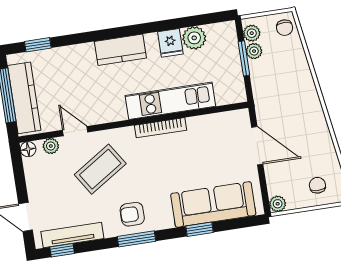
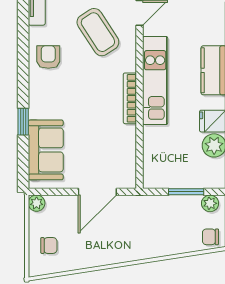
plant: (254, 51) -> (192, 203), removed
kitchen unit: (170, 101) -> (155, 81), moved
sofa: (213, 204) -> (46, 150), width x0.73
window: (137, 239) -> (23, 58), removed

